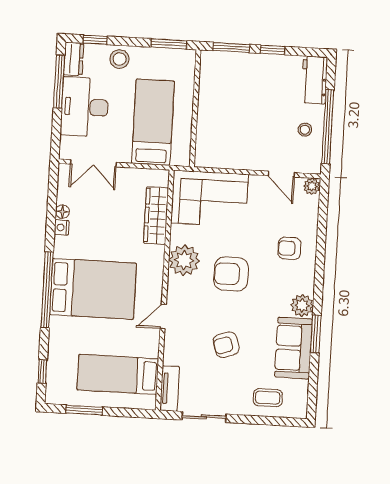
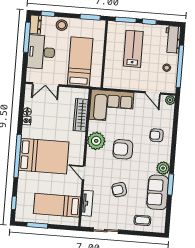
lab bench: (245, 98) -> (133, 49), added
door: (163, 317) -> (84, 173), hinge flipped
tv unit: (170, 388) -> (87, 203), moved

